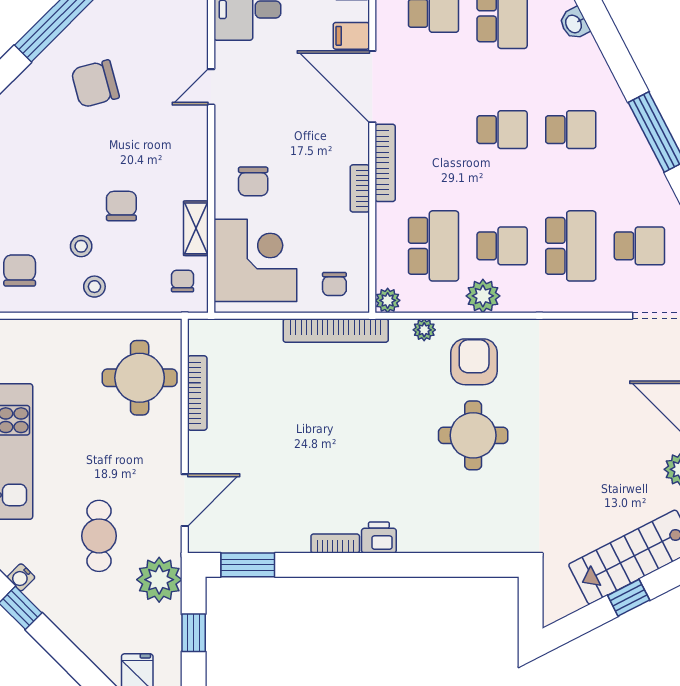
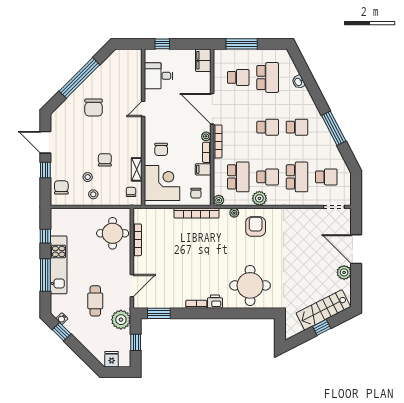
filing cabinet: (351, 36) -> (203, 169), moved
chair: (95, 84) -> (94, 108), turned -75
plant: (358, 151) -> (206, 136), added
round table: (473, 435) -> (250, 285), moved, width x1.36, depth x1.36

